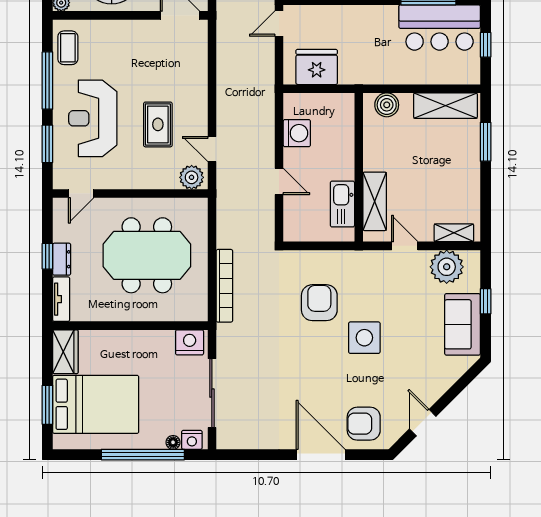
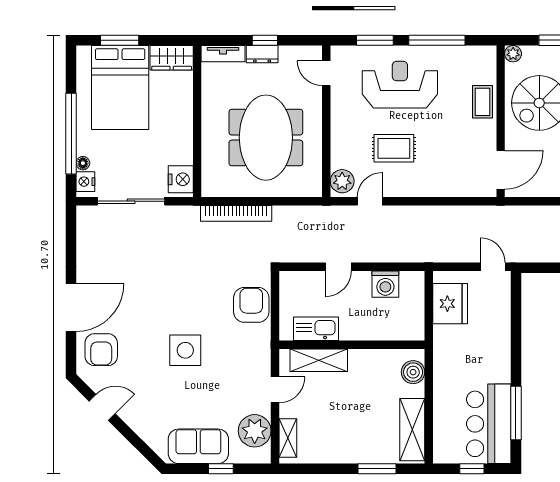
coffee table: (68, 48) -> (483, 102), moved, turned 90
armchair: (319, 303) -> (251, 305), moved, turned -90
armchair: (364, 424) -> (101, 350), turned 180

